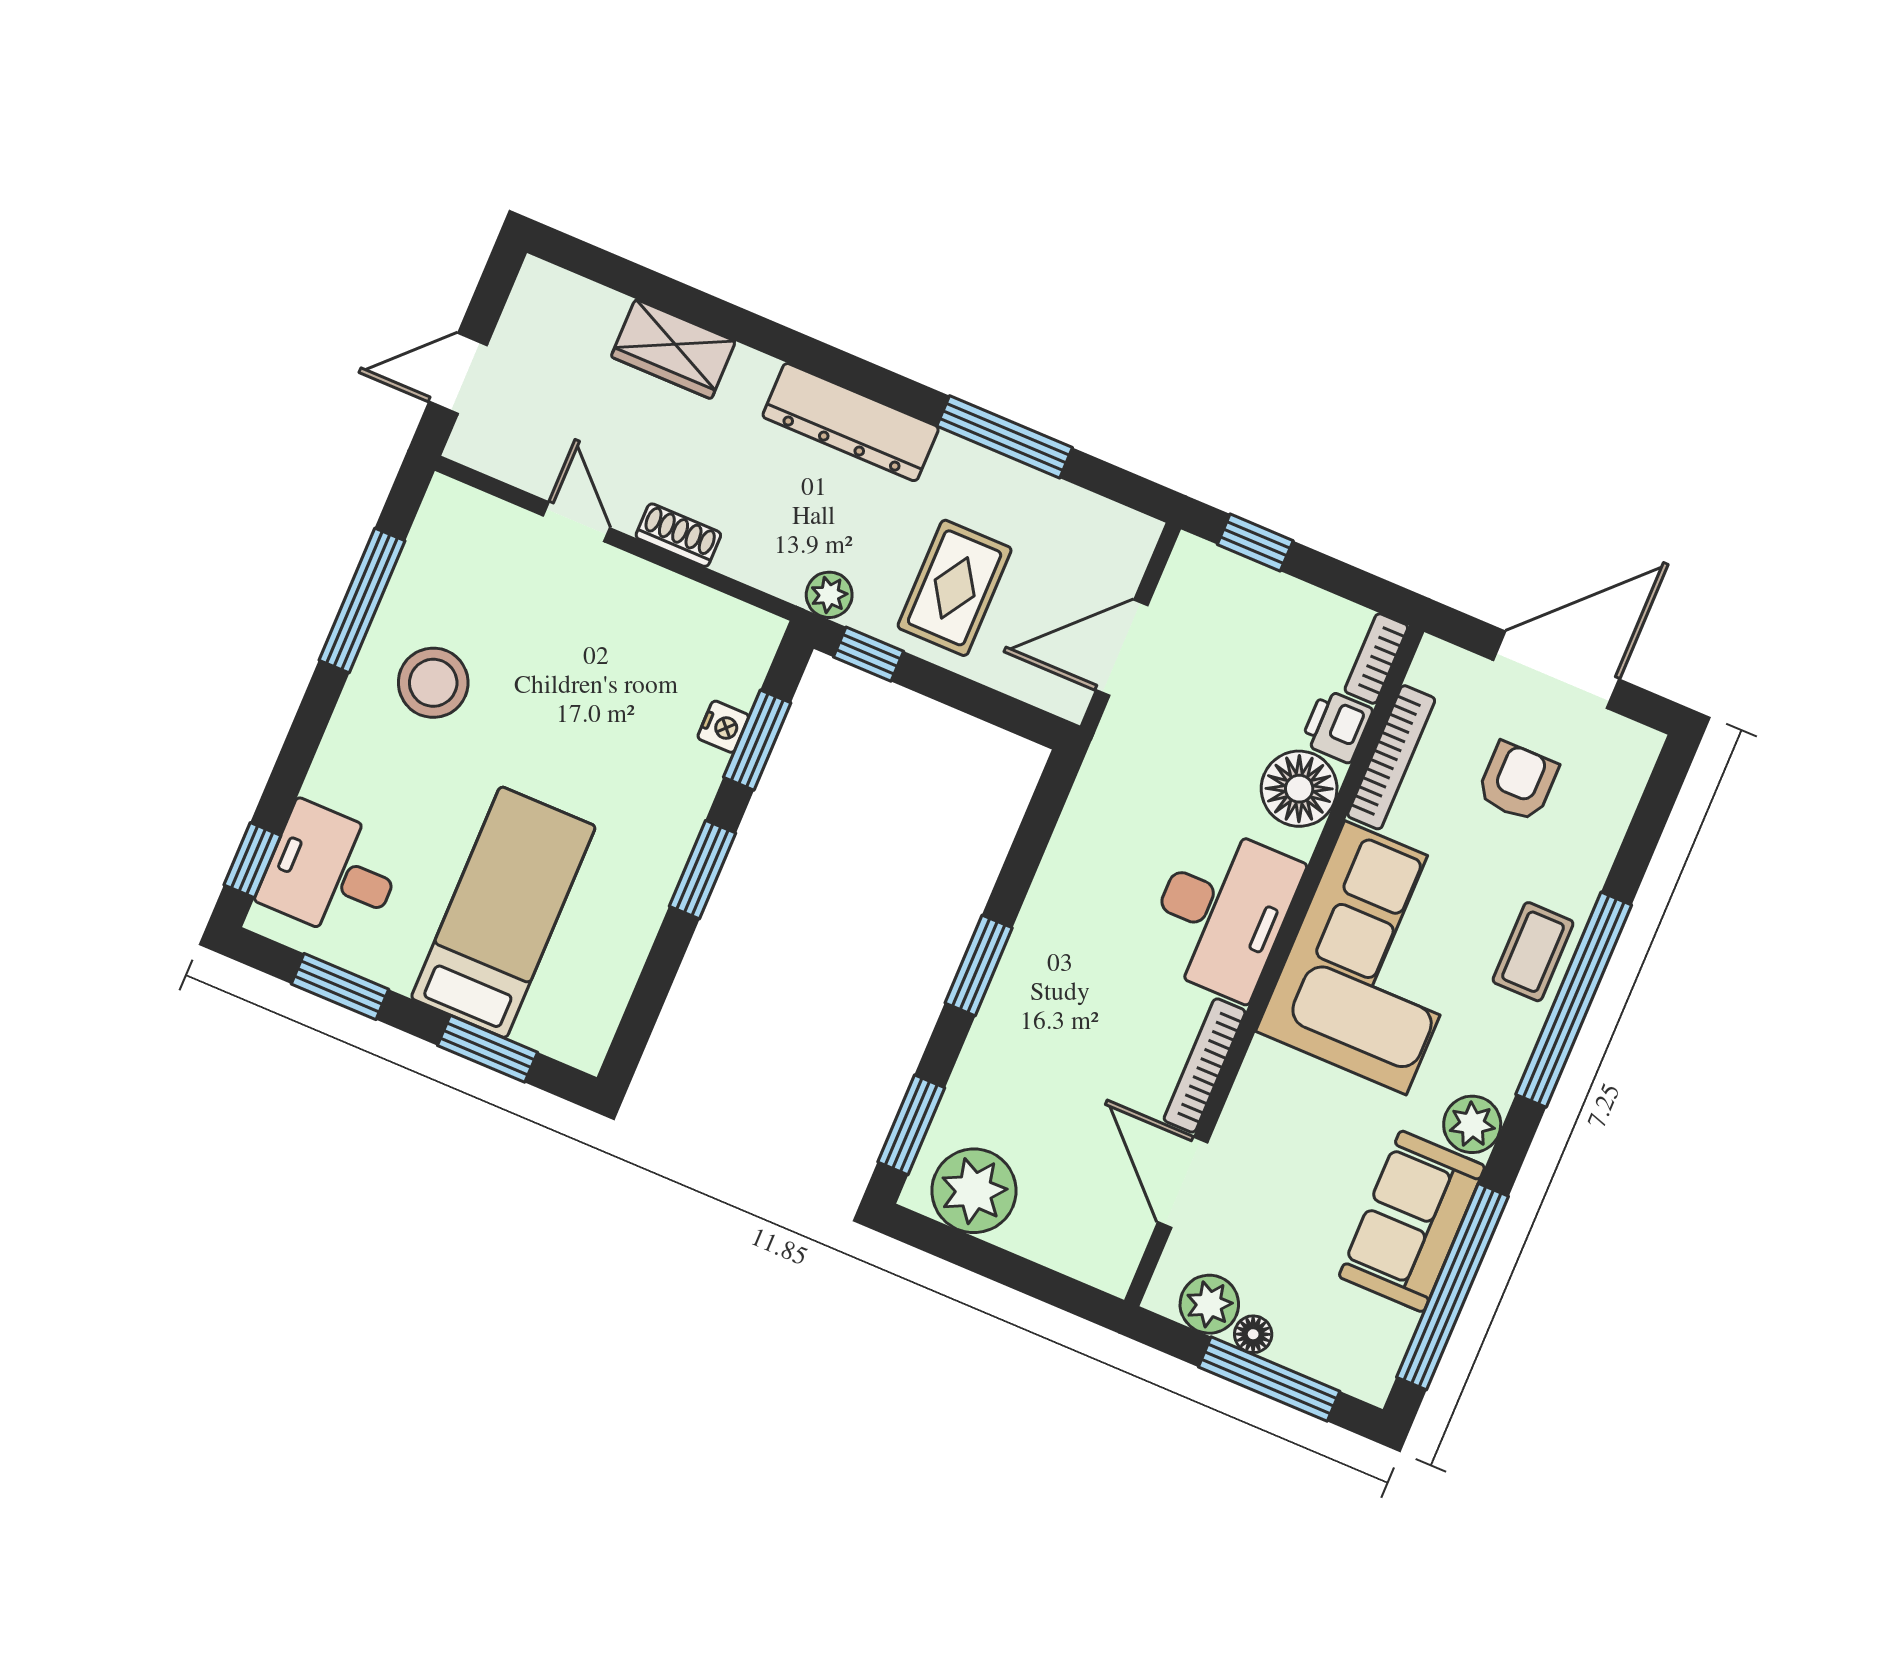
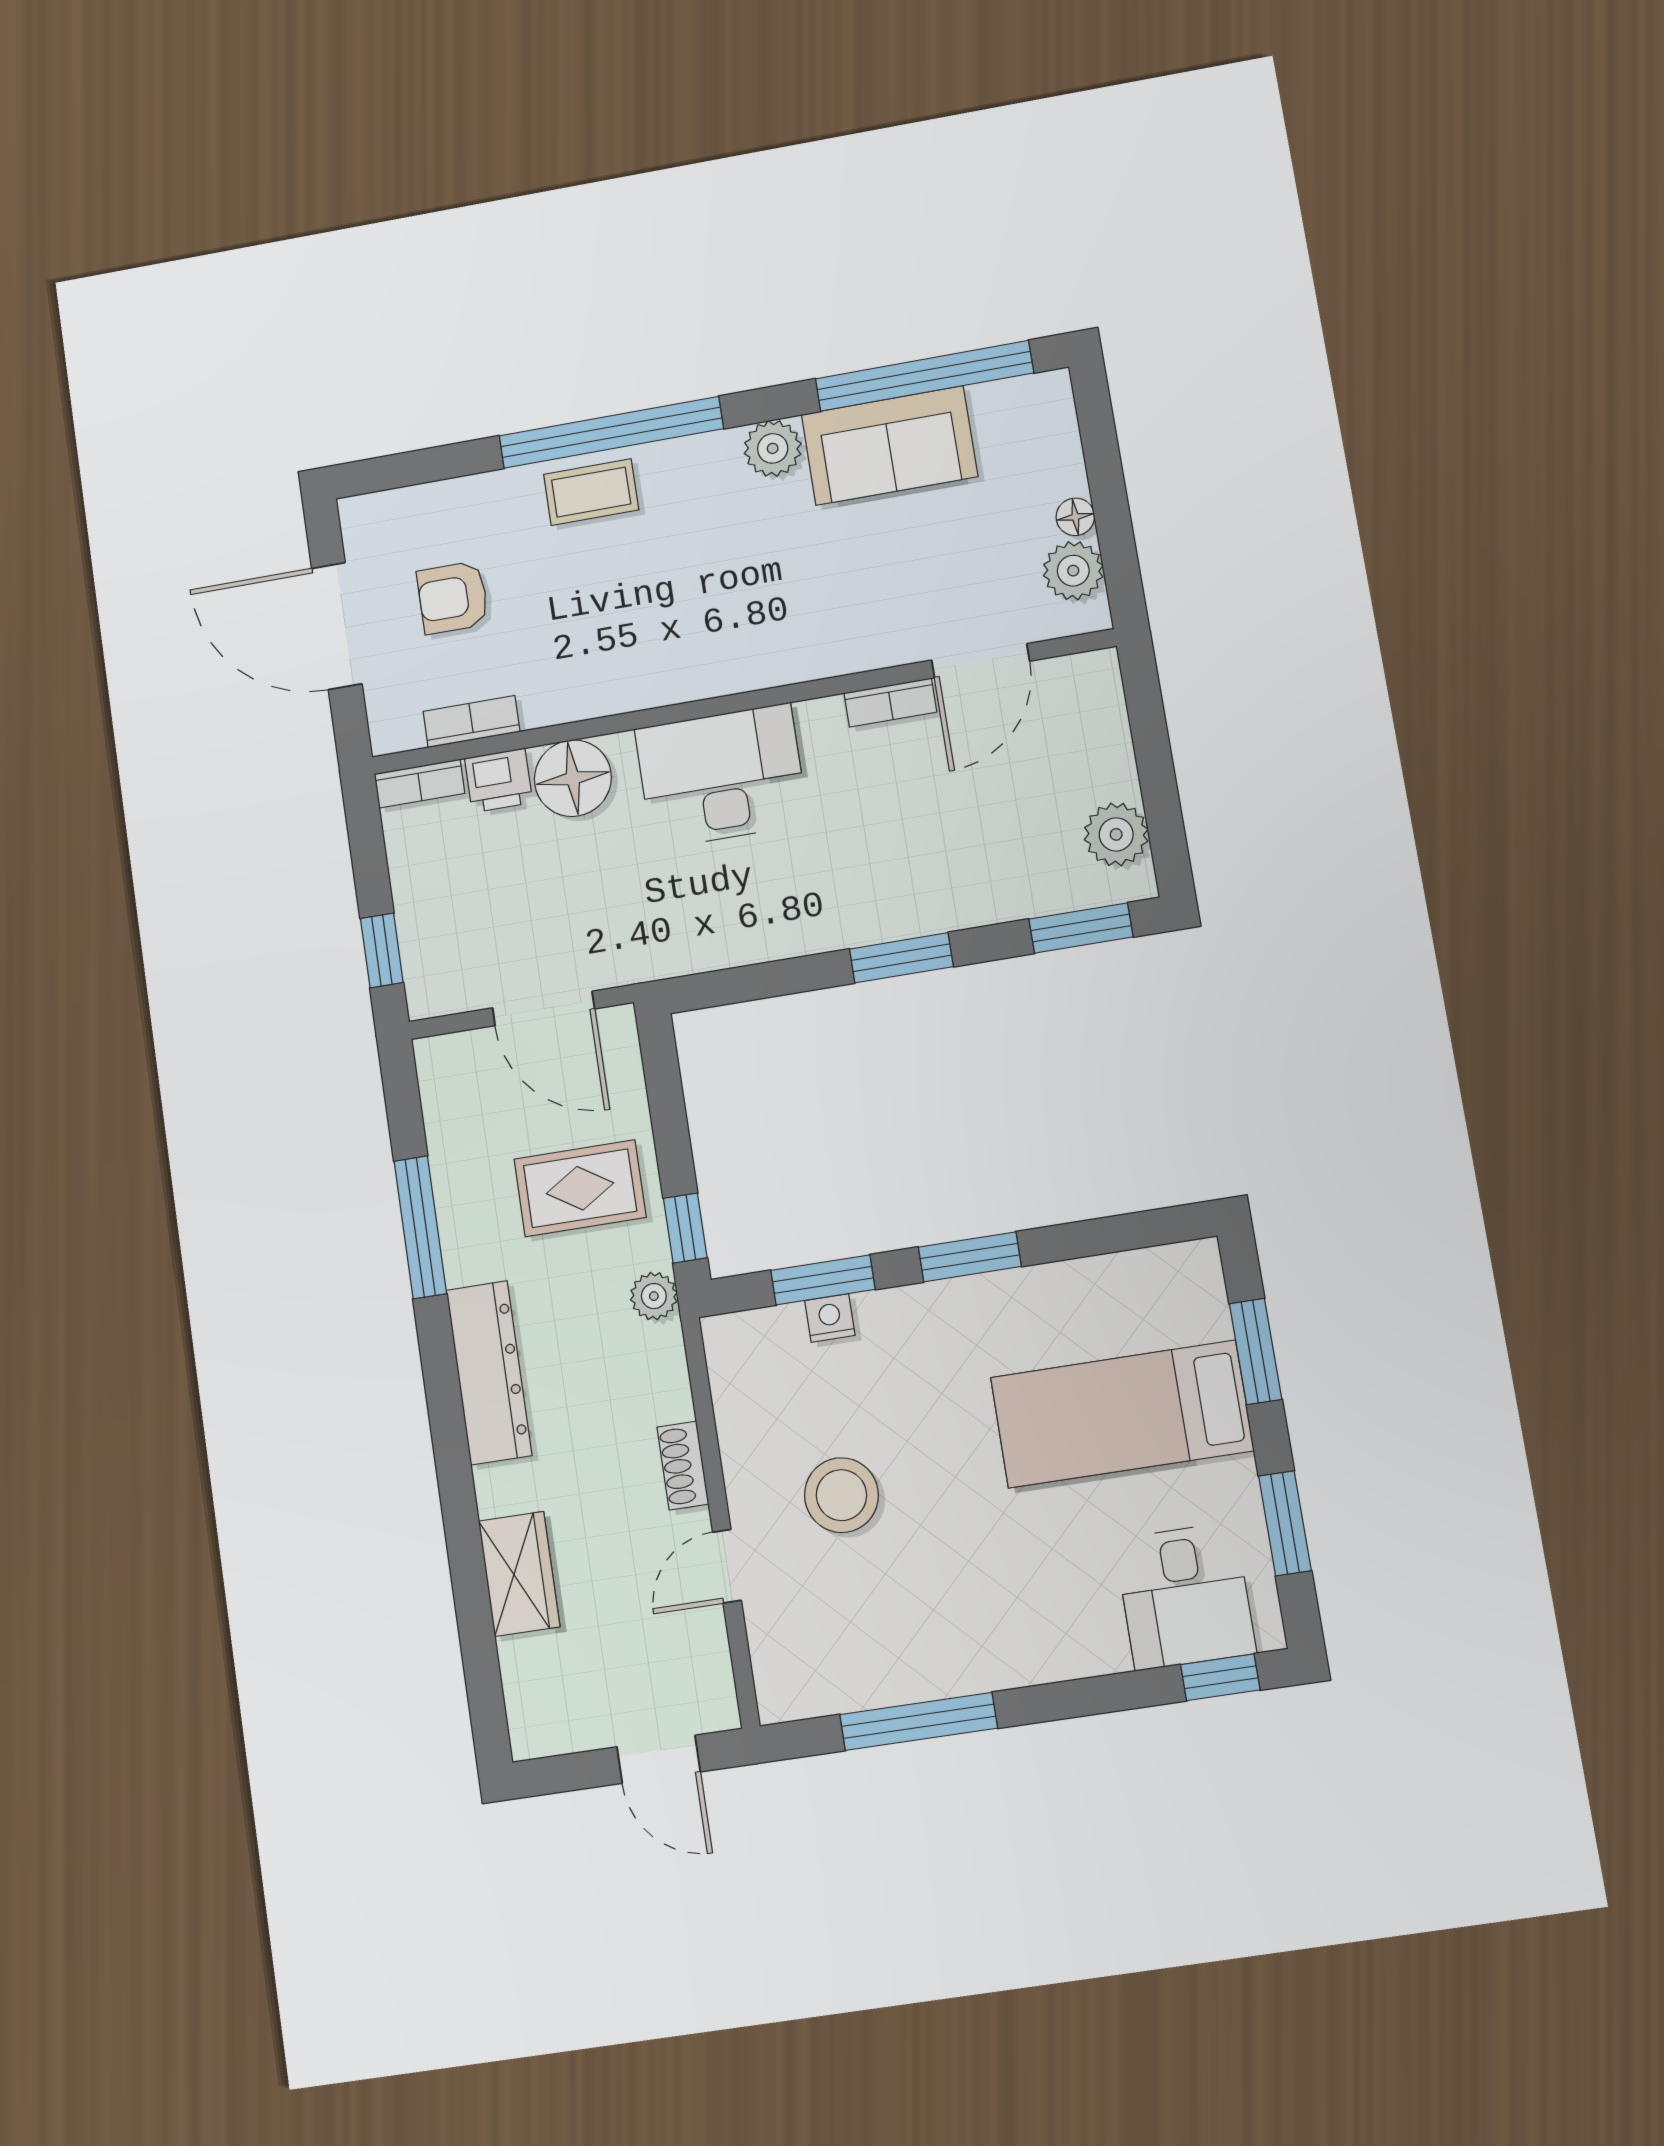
stool: (433, 683) -> (841, 1495), moved
bookcase: (1391, 757) -> (471, 722), width x0.64
corner sofa: (1375, 958) -> (680, 621), removed
bookcase: (1205, 1066) -> (890, 702), width x0.64
plant: (974, 1191) -> (1116, 834), width x0.73, depth x0.73
window: (1269, 1379) -> (1106, 479), removed

